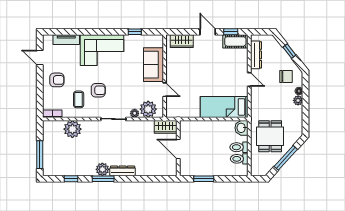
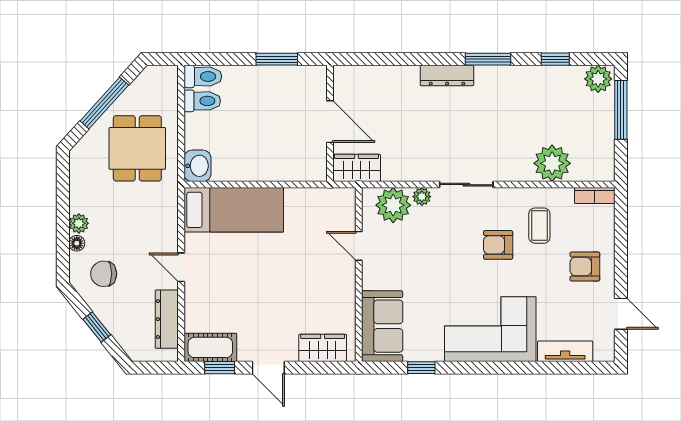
sofa: (153, 65) -> (382, 326), moved
toilet: (239, 147) -> (203, 76), moved
plant: (102, 169) -> (598, 79), moved

